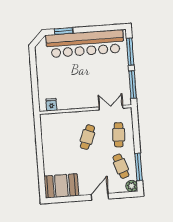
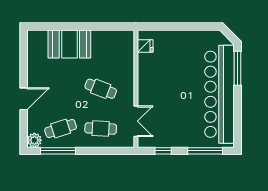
window: (64, 31) -> (238, 68), width x1.44
window: (133, 85) -> (163, 151), width x0.46
booth: (61, 186) -> (69, 44), moved, turned 90
door: (100, 197) -> (24, 99), hinge flipped

